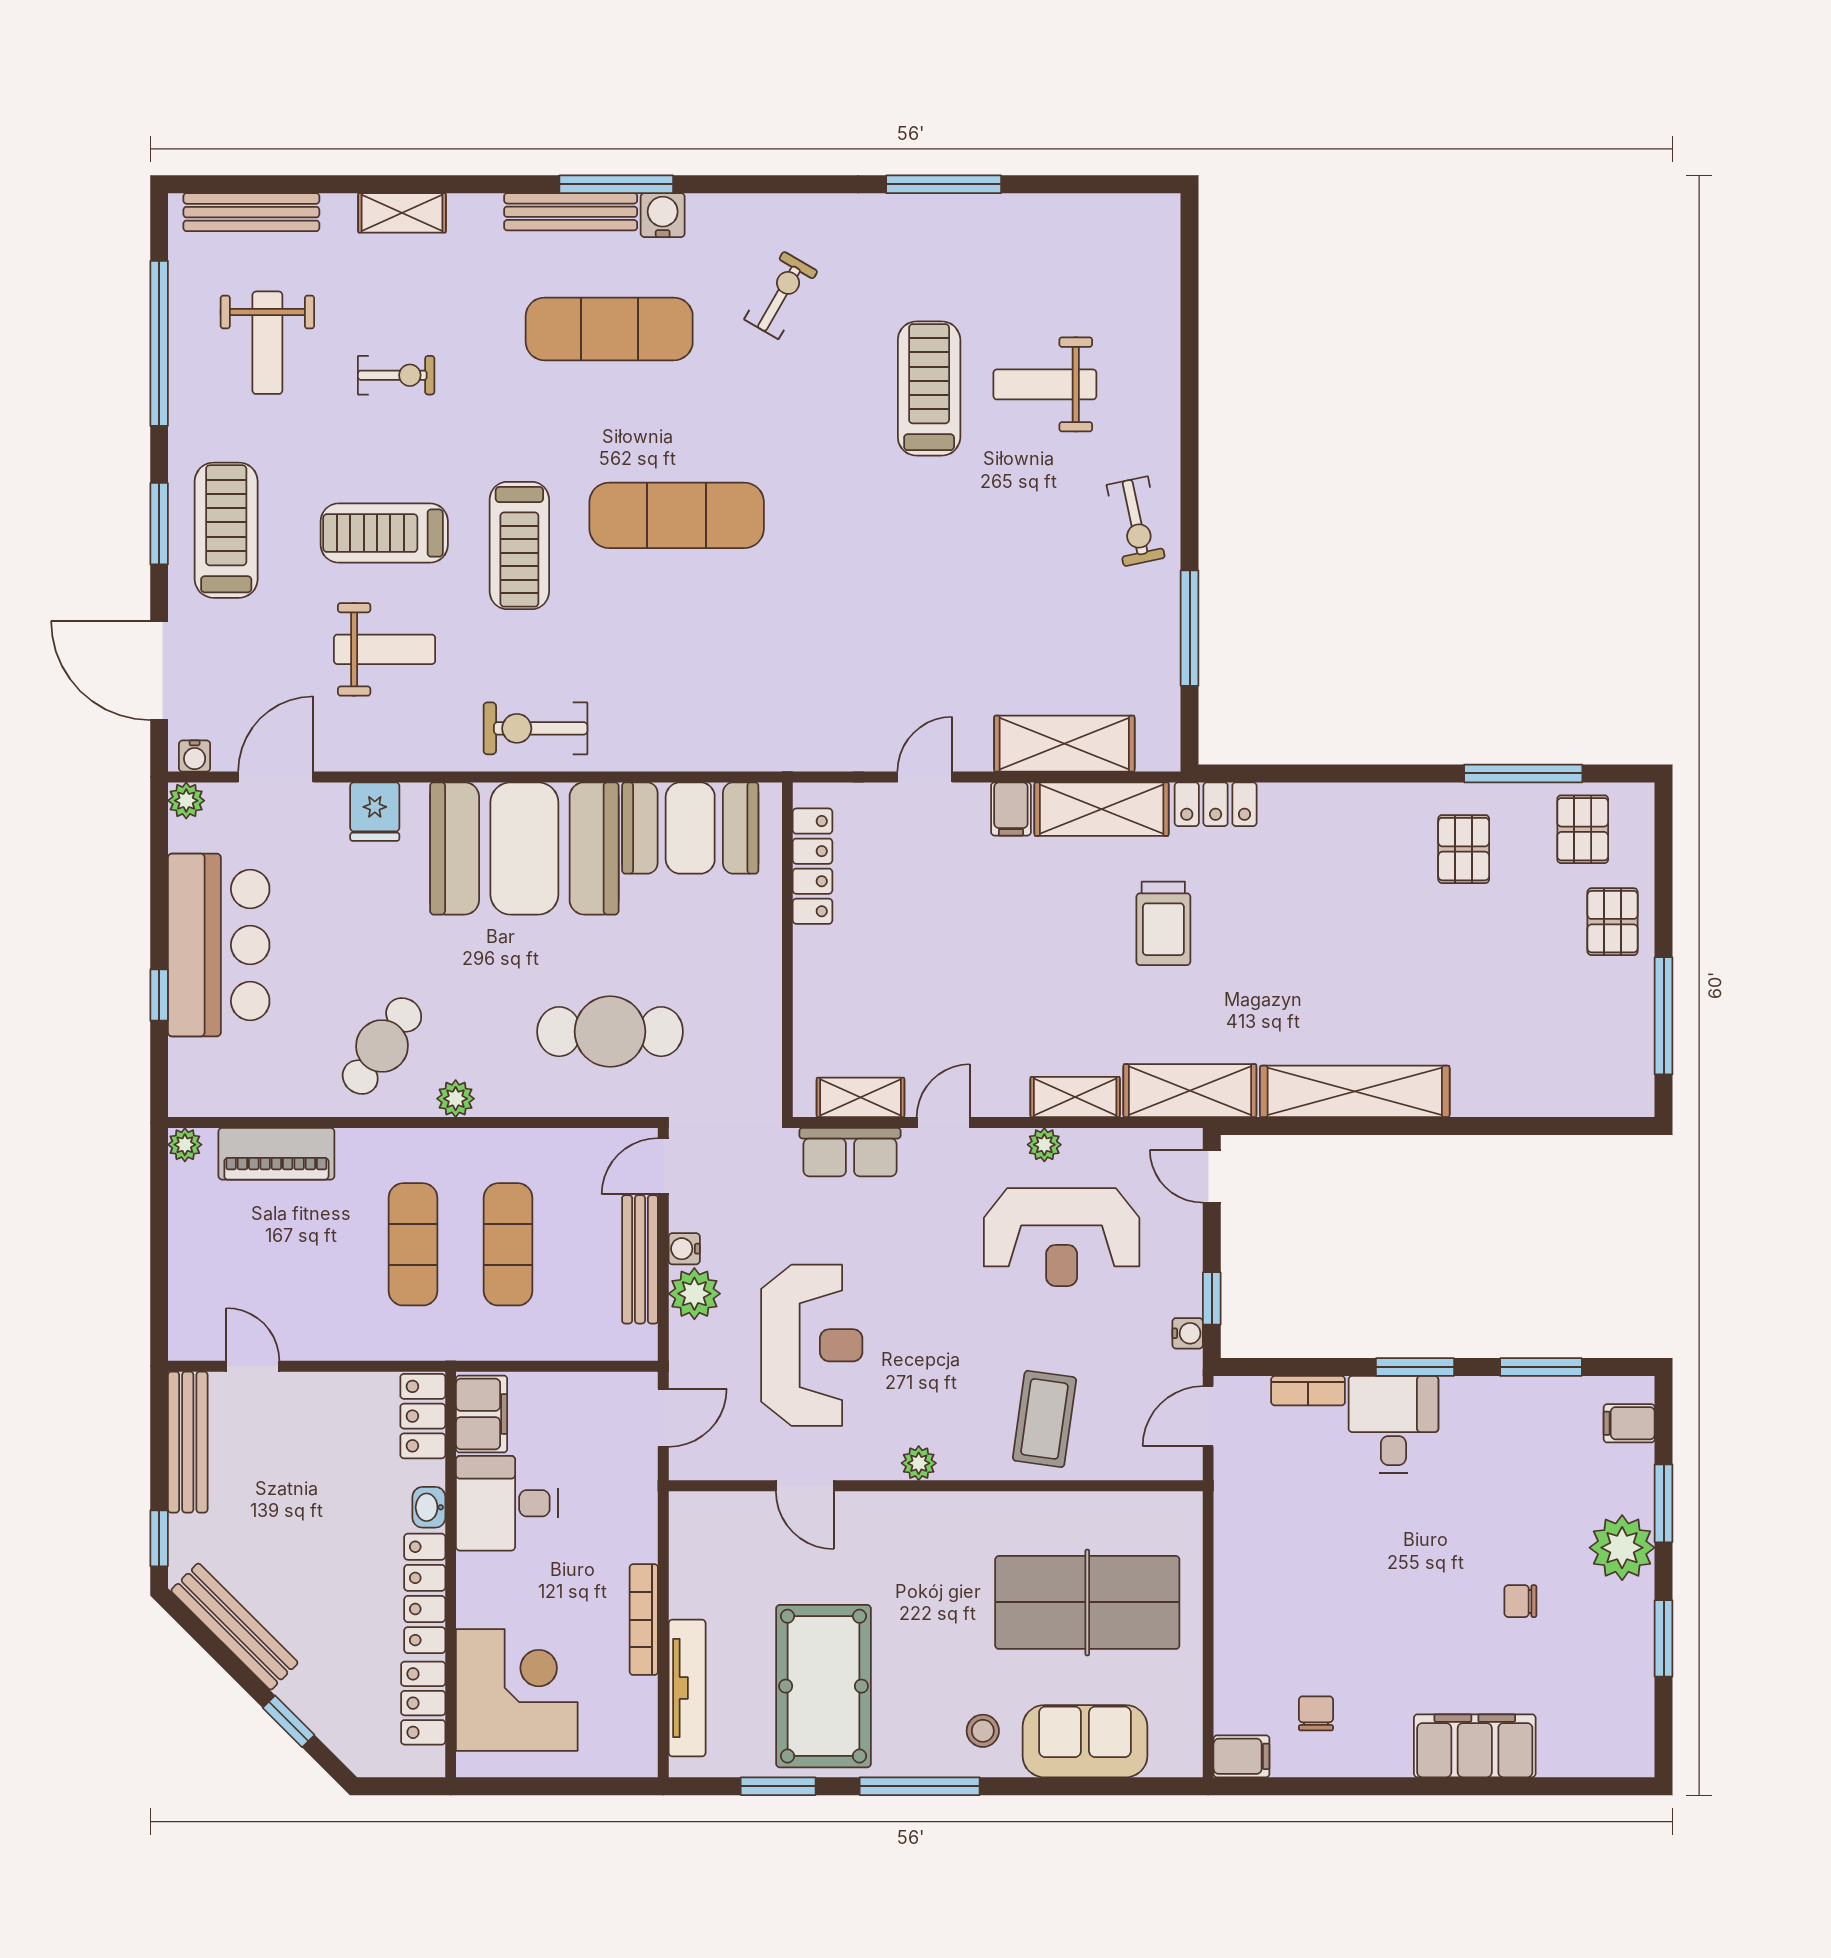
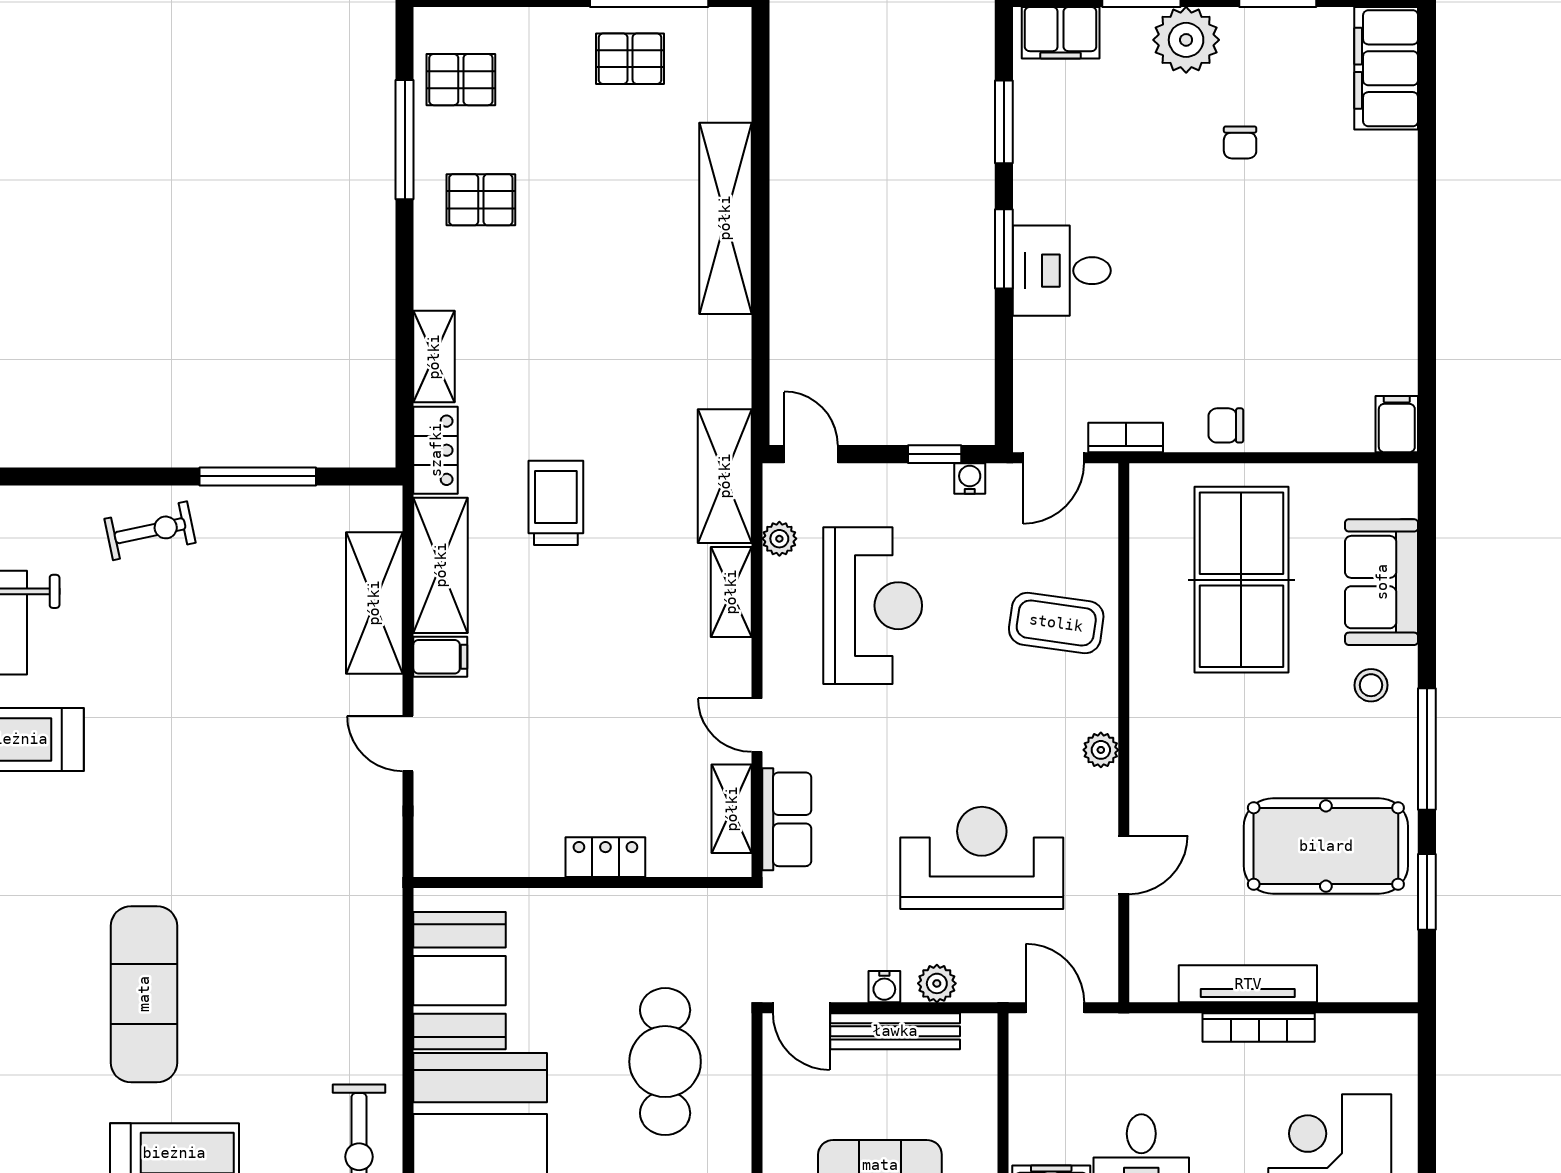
shelving: (1308, 803) -> (434, 357), added
locker: (813, 866) -> (605, 857), moved, width x0.66
pallet: (1613, 922) -> (630, 59), moved
trolley: (1163, 923) -> (556, 503), turned -90
shelving: (1355, 1091) -> (725, 218), moved
plant: (1044, 1145) -> (779, 539), moved
door: (1212, 1176) -> (811, 454), swing flipped
plant: (694, 1294) -> (937, 983), width x0.73, depth x0.73
bookcase: (1308, 1391) -> (1126, 437), moved, turned -90
door: (1208, 1416) -> (1053, 458), hinge flipped
filing cabinet: (1629, 1423) -> (1061, 33), width x2.00
tv unit: (687, 1688) -> (1248, 984), moved
chair: (1316, 1713) -> (1226, 425), moved
filing cabinet: (1475, 1746) -> (1386, 68), moved

